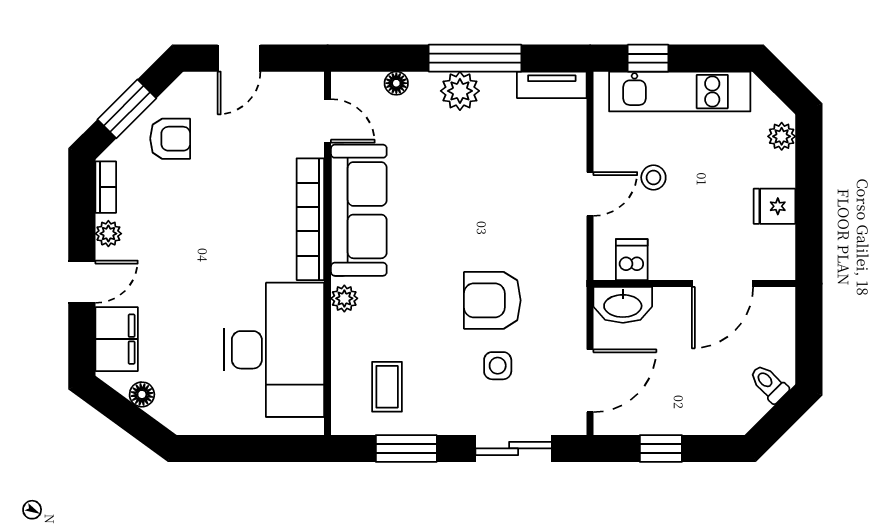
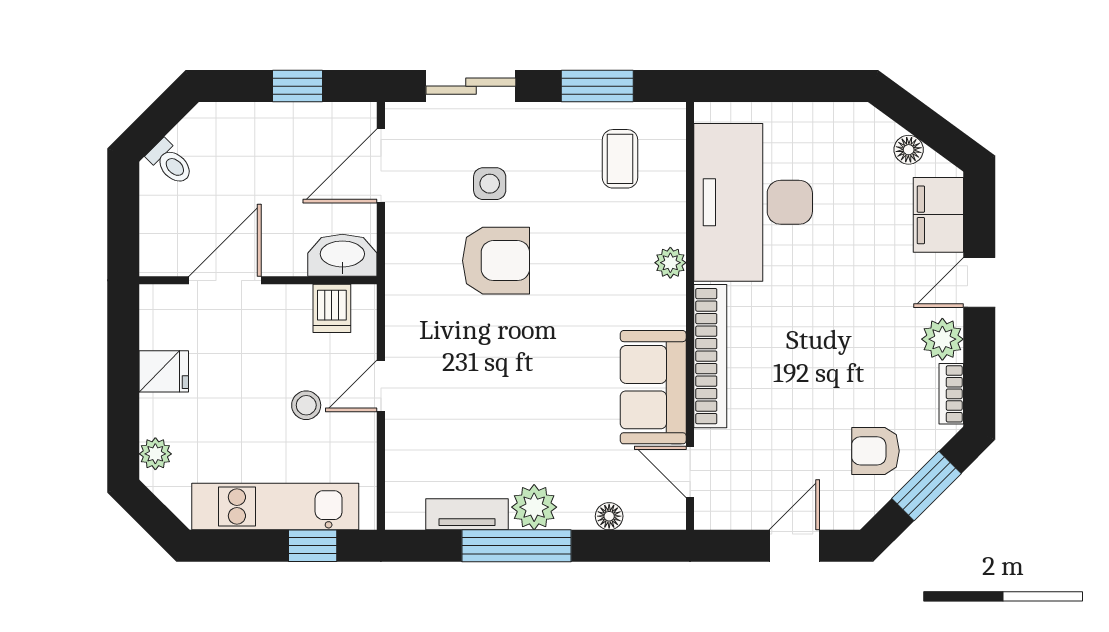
tv unit: (552, 85) -> (467, 514), moved
sofa: (359, 210) -> (653, 387), width x0.73
plant: (108, 234) -> (942, 339), width x1.38, depth x1.38

